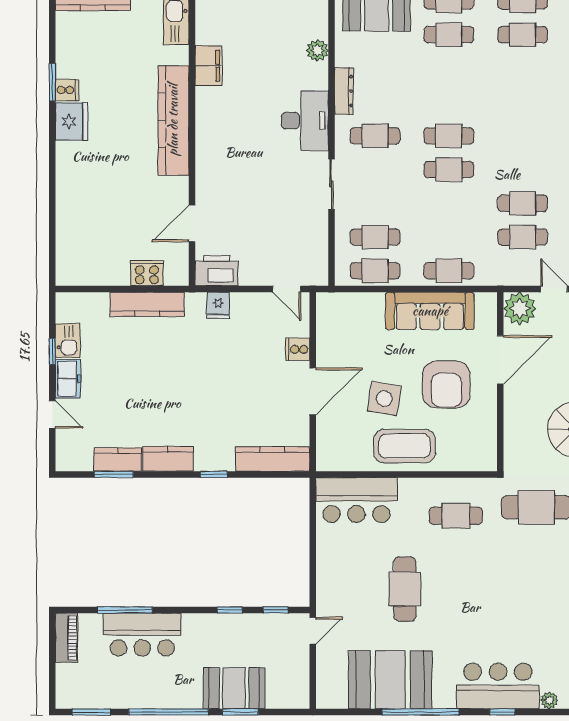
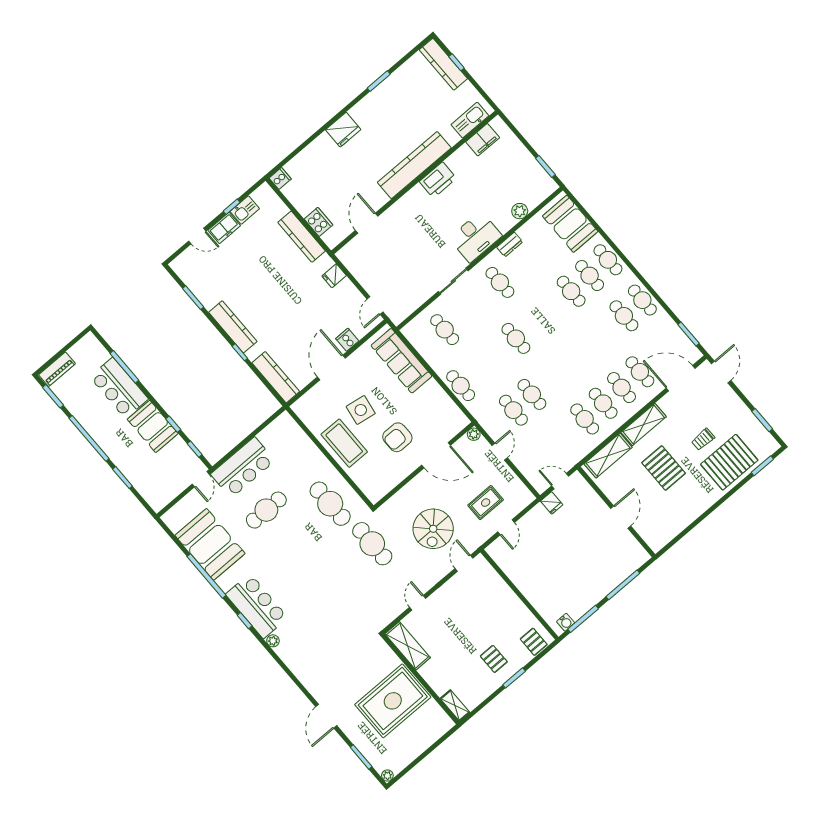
filing cabinet: (208, 66) -> (483, 140), moved
cooker: (67, 90) -> (280, 178), moved, turned -90
dresser: (344, 91) -> (510, 245), width x0.70
fridge: (72, 122) -> (343, 130), moved
cafe table: (449, 136) -> (571, 291), moved
door: (192, 223) -> (367, 223), hinge flipped
printer: (217, 270) -> (438, 180), moved, turned 90
cafe table: (375, 271) -> (426, 345), removed
plant: (520, 308) -> (474, 434), width x0.53, depth x0.53
sofa: (430, 311) -> (401, 361), moved
armchair: (446, 385) -> (397, 437), width x0.73, depth x0.73
door: (313, 391) -> (331, 368), swing flipped
door: (52, 414) -> (197, 236), hinge flipped
kitchen counter: (168, 459) -> (233, 327), width x1.50
kitchen counter: (118, 460) -> (203, 293), removed
bar counter: (356, 500) -> (243, 467), moved, turned -90
cafe table: (456, 516) -> (330, 504), width x1.37, depth x1.35
door: (313, 631) -> (201, 479), hinge flipped
piano: (66, 638) -> (57, 369), moved
booth: (234, 688) -> (153, 426), moved

